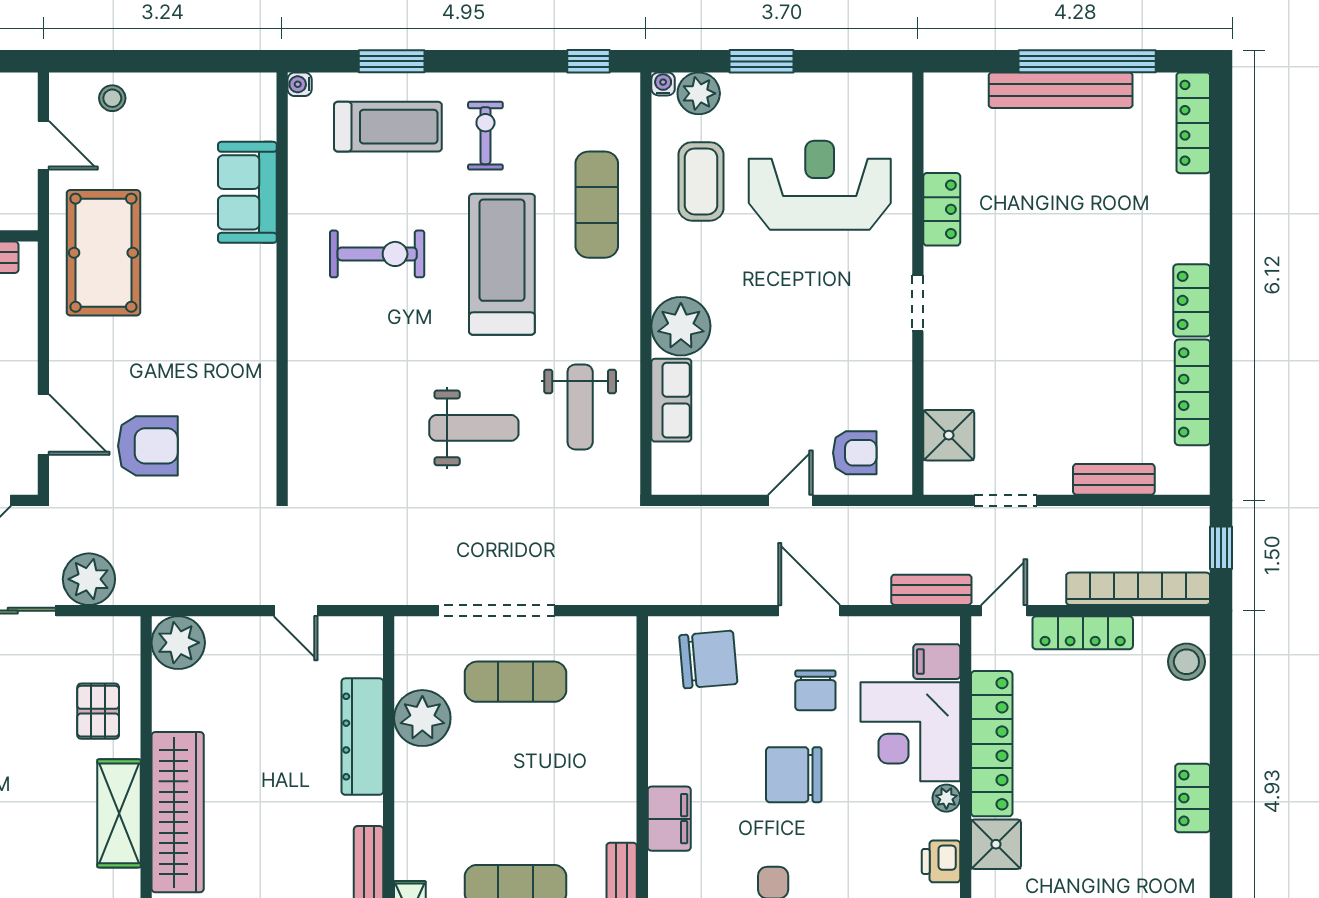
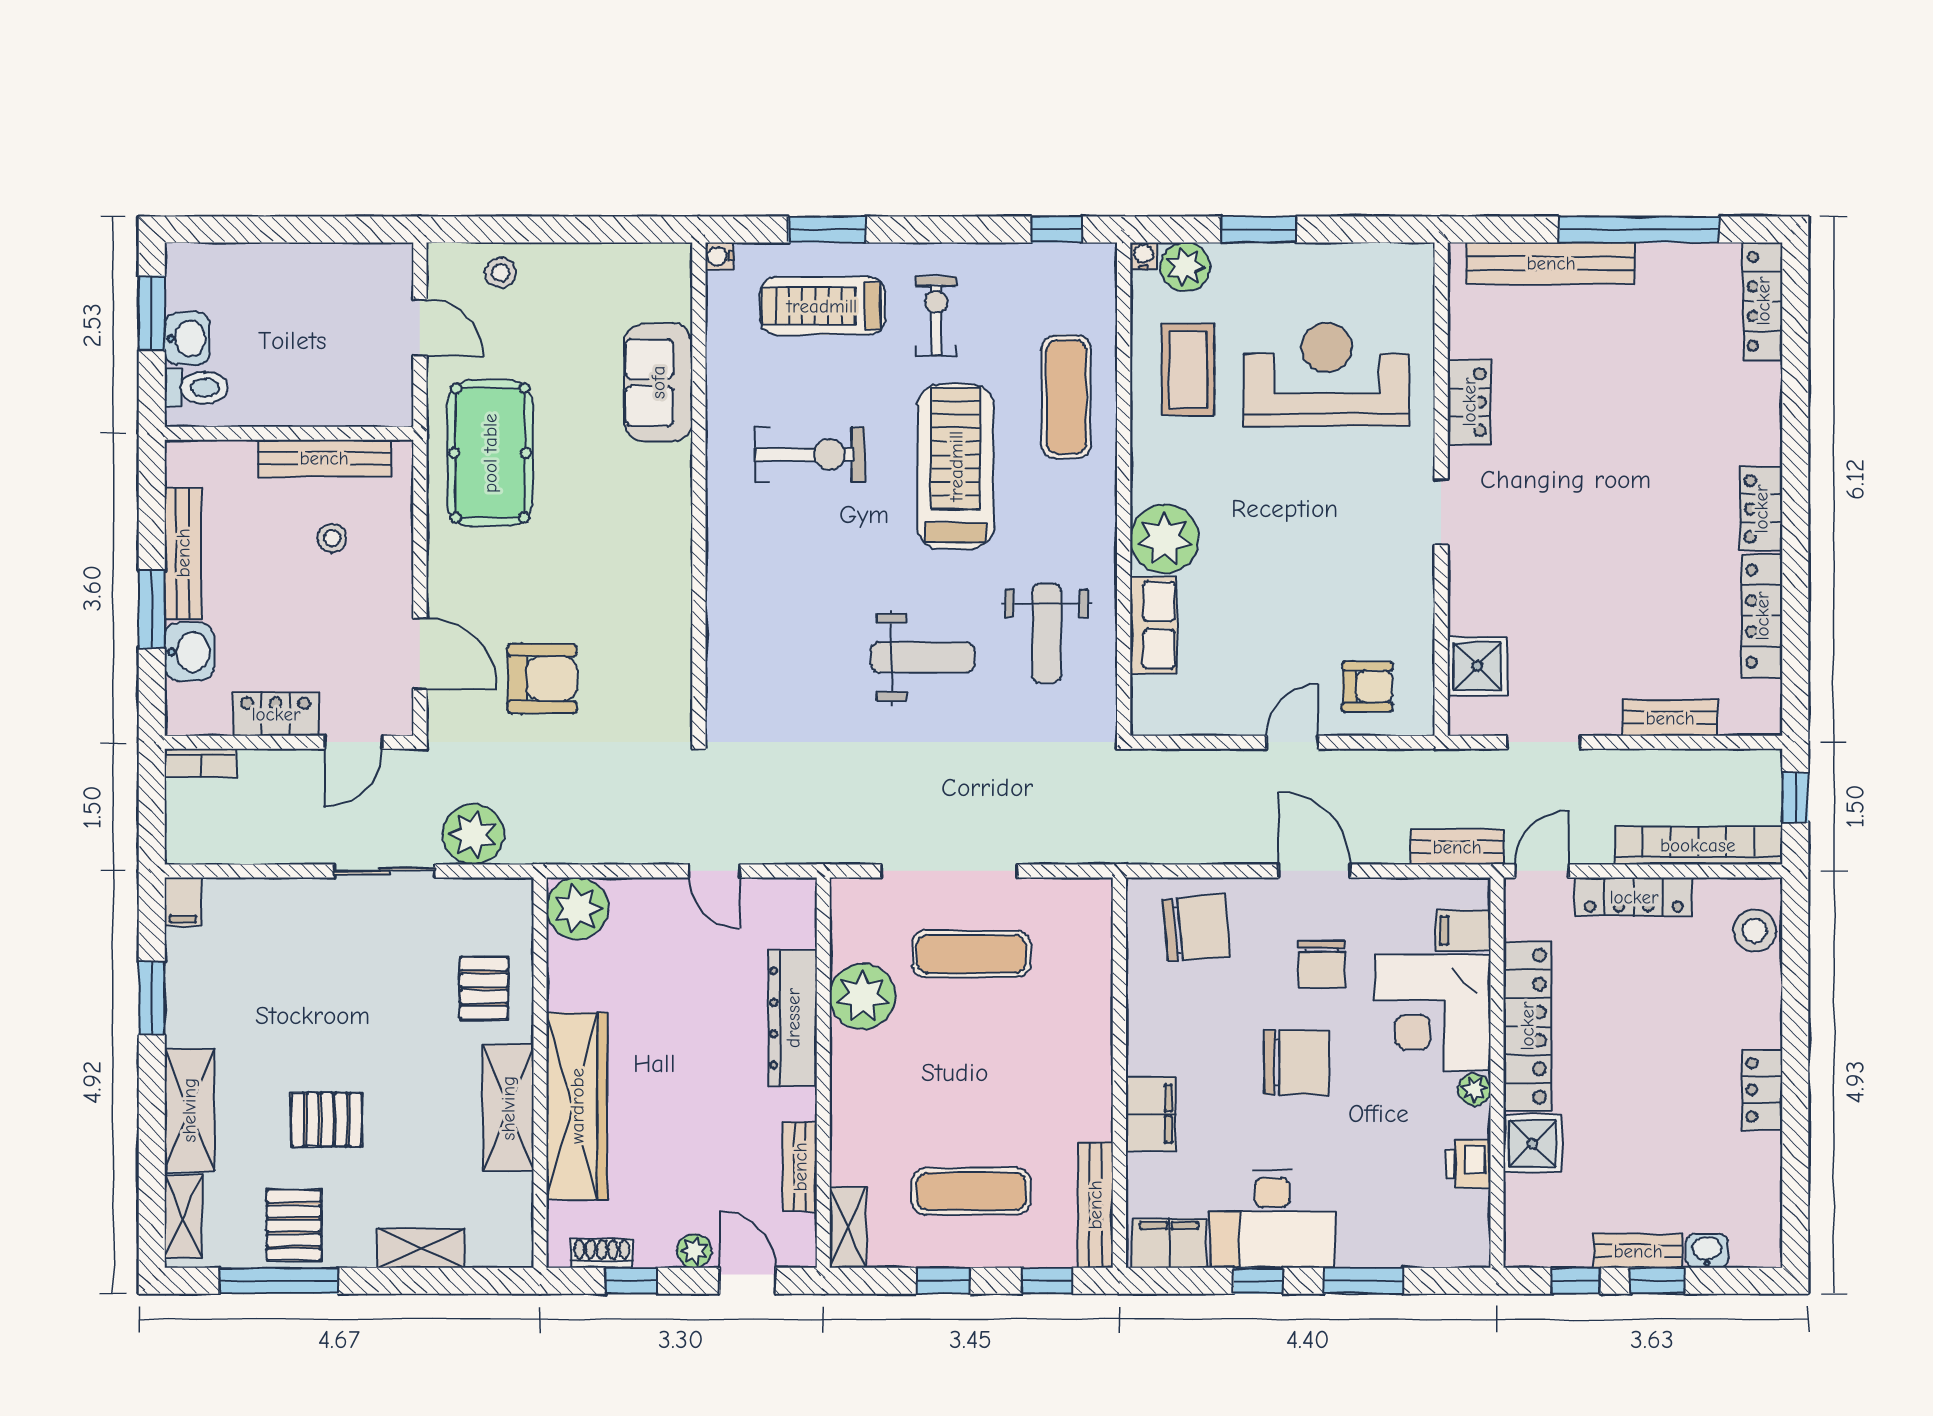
bench: (1061, 90) -> (1551, 263), moved
treadmill: (388, 127) -> (822, 306), turned 180
chair: (794, 775) -> (1296, 1063), turned 180

